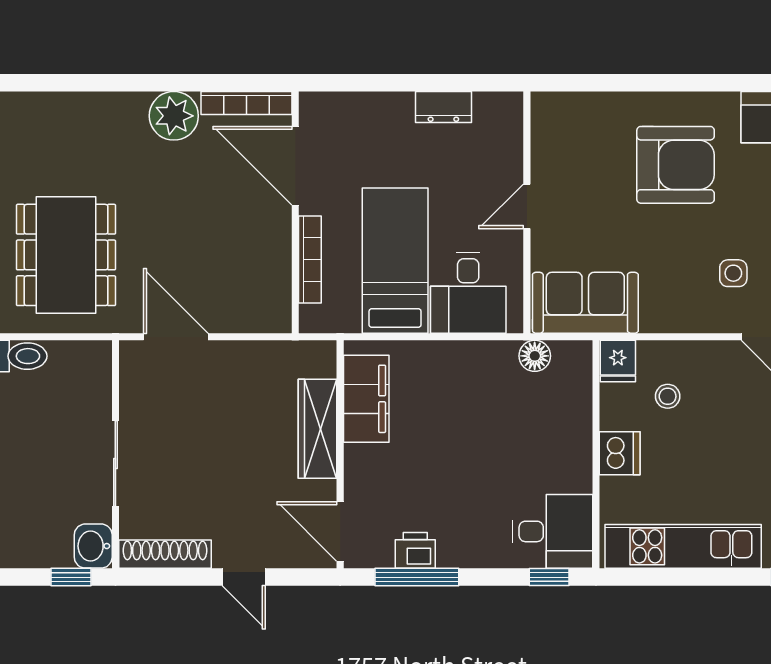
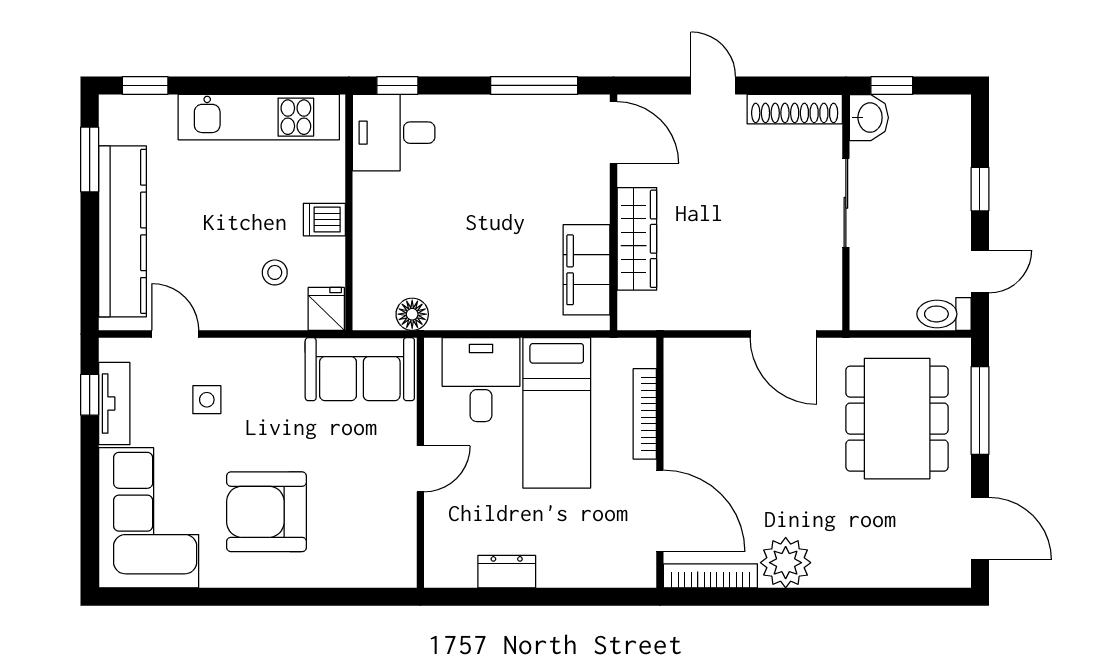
dishwasher: (620, 453) -> (324, 220), width x0.73
printer: (415, 550) -> (536, 113), removed

